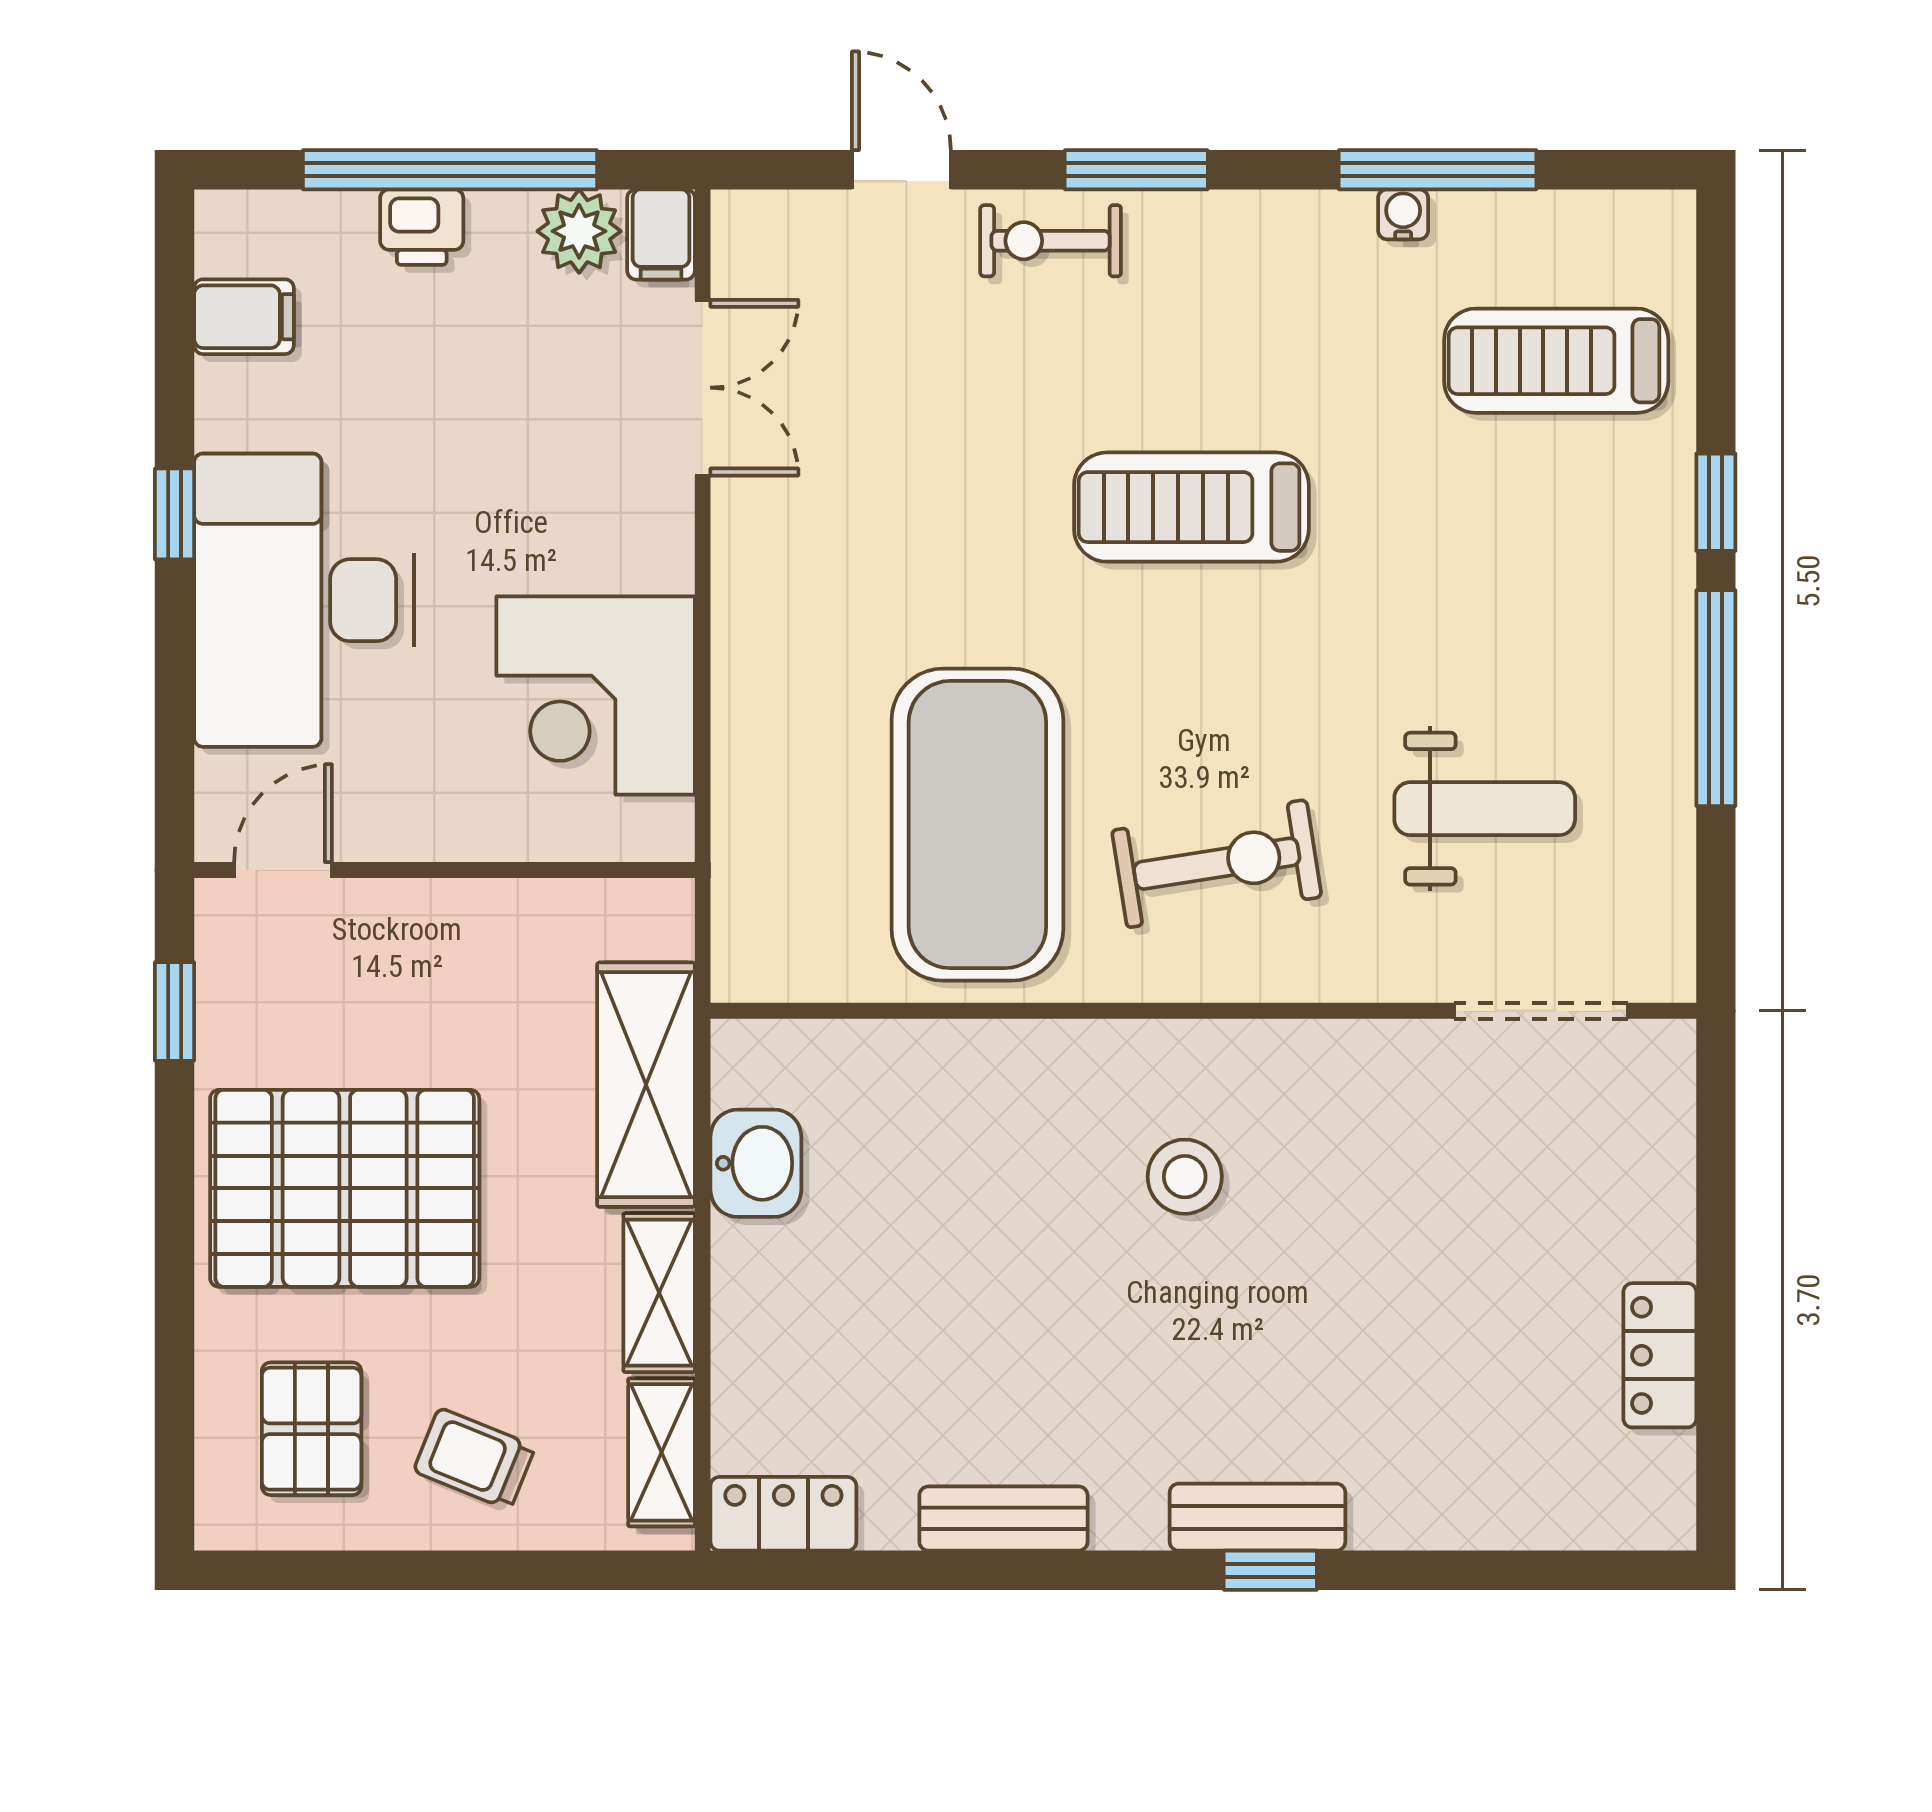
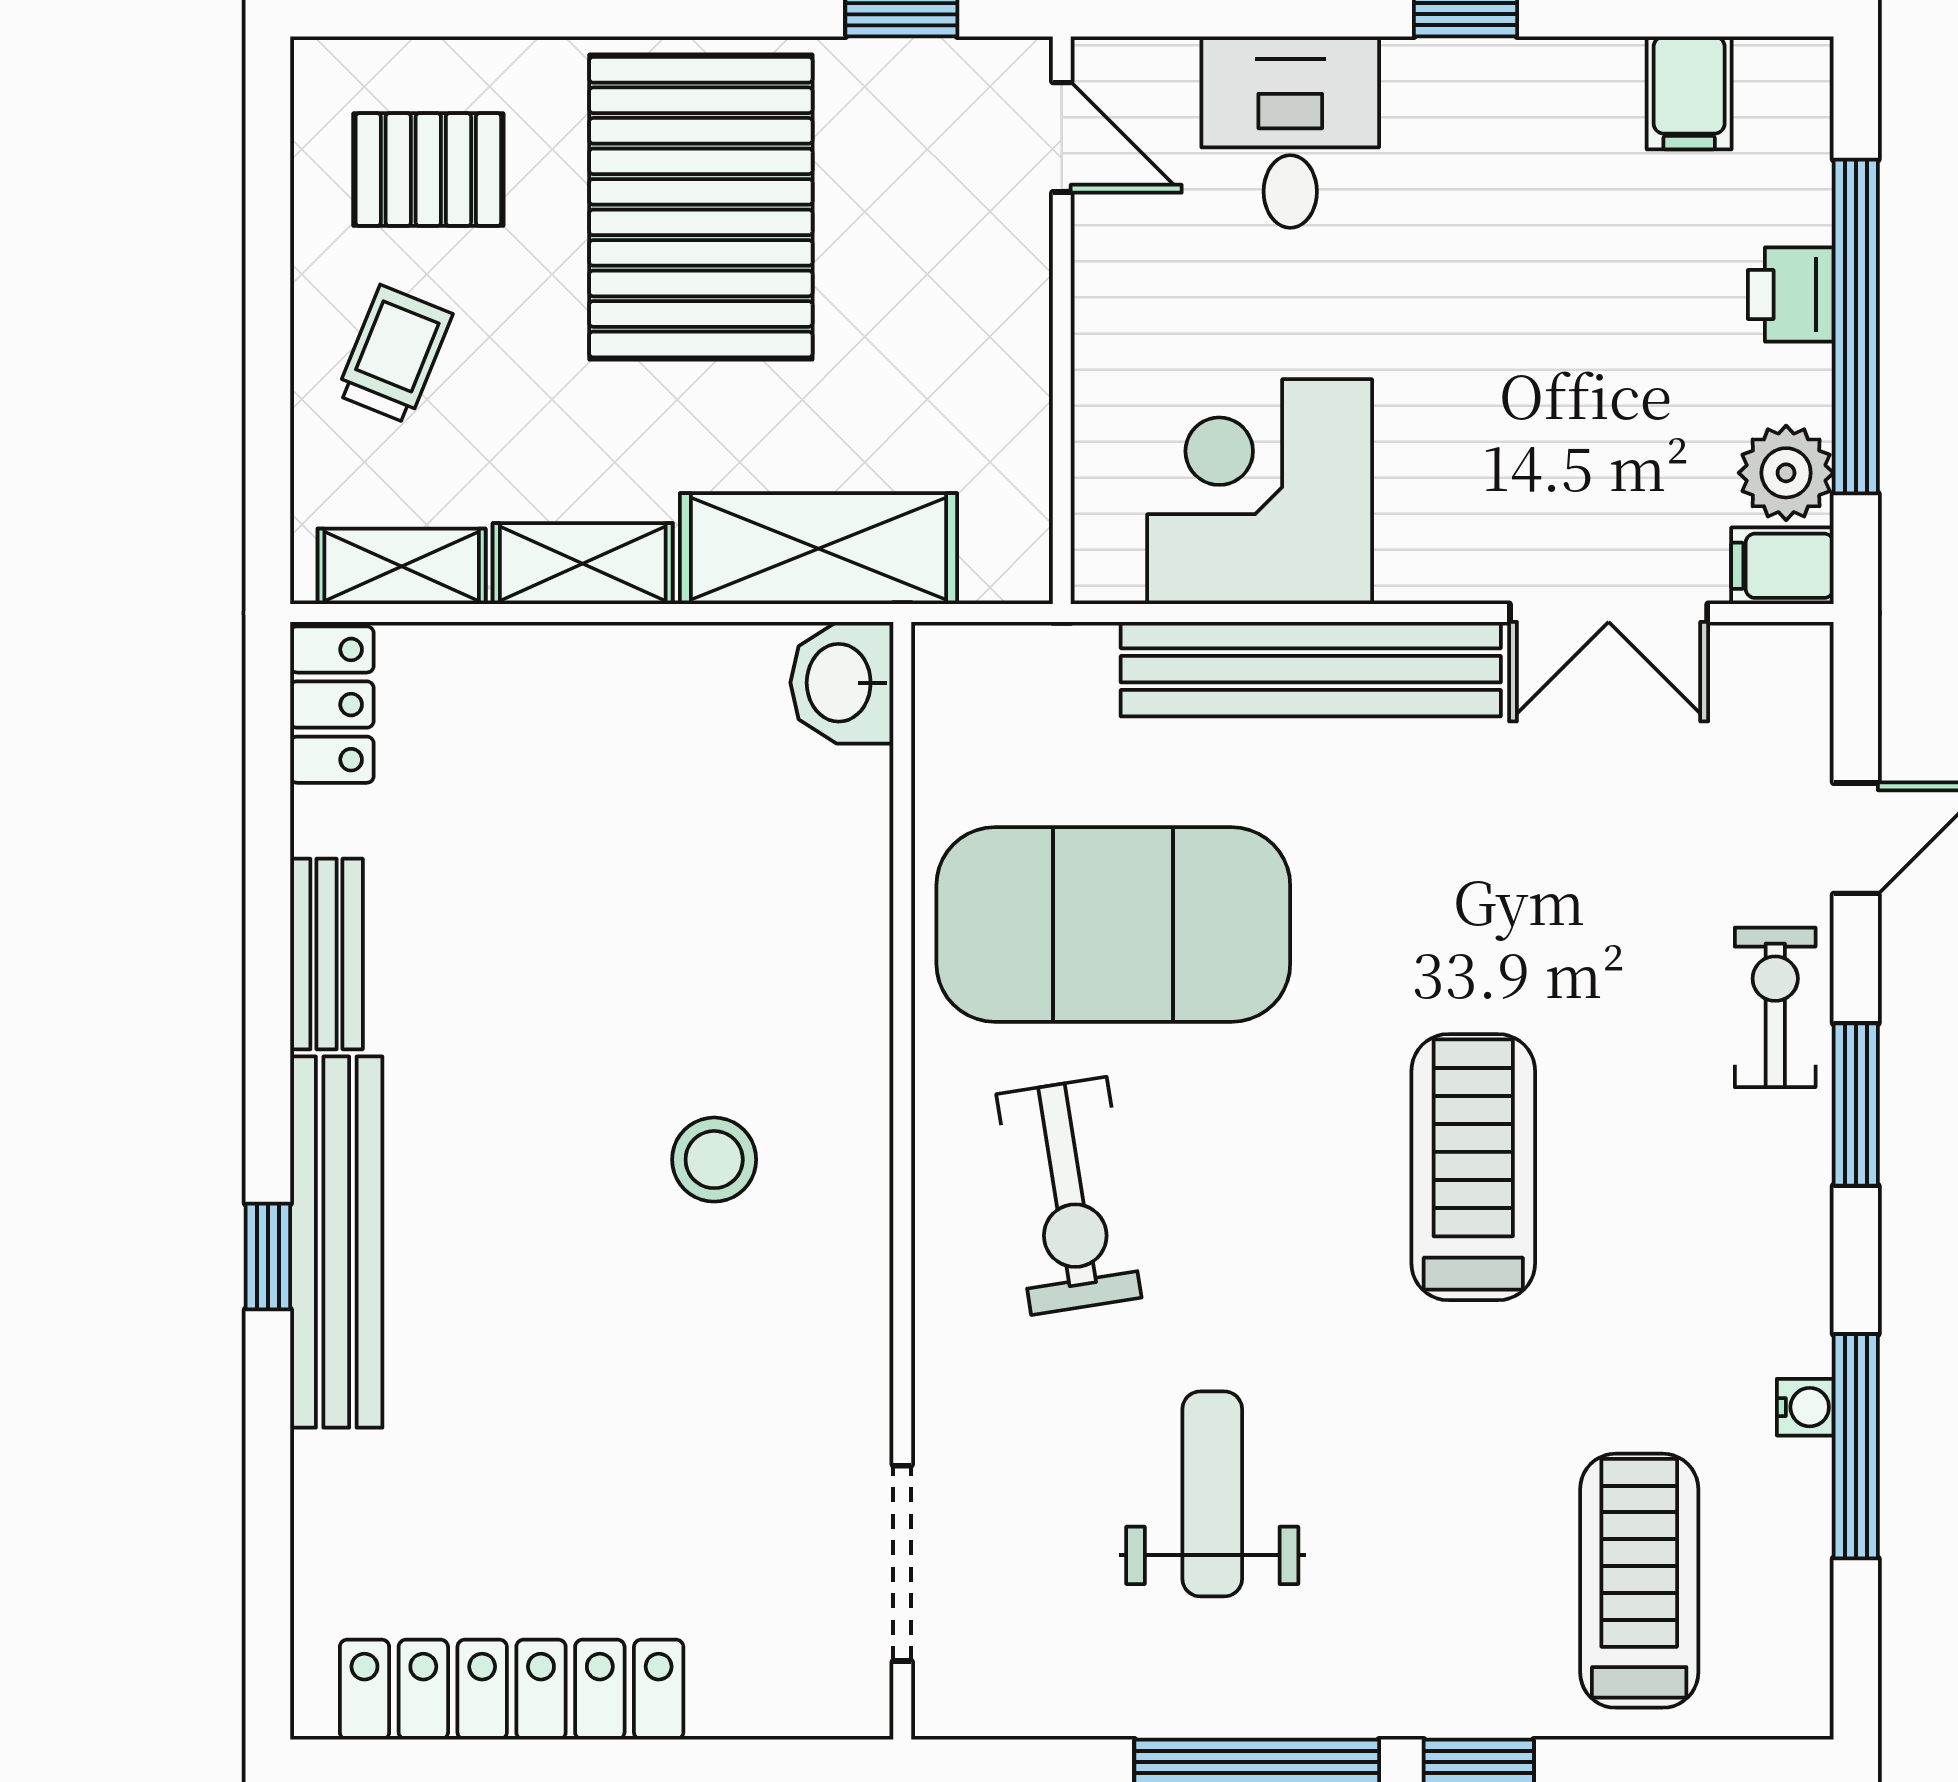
desk: (304, 600) -> (1290, 132), width x0.53, depth x0.77
bench: (752, 650) -> (1311, 669), added
weight bench: (1485, 809) -> (1212, 1494), moved, turned 180
washbasin: (756, 1163) -> (842, 683), moved, turned 90
locker: (1660, 1355) -> (512, 1690), width x2.16, depth x1.21
bench: (1257, 1517) -> (336, 1242), width x1.86, depth x1.21

